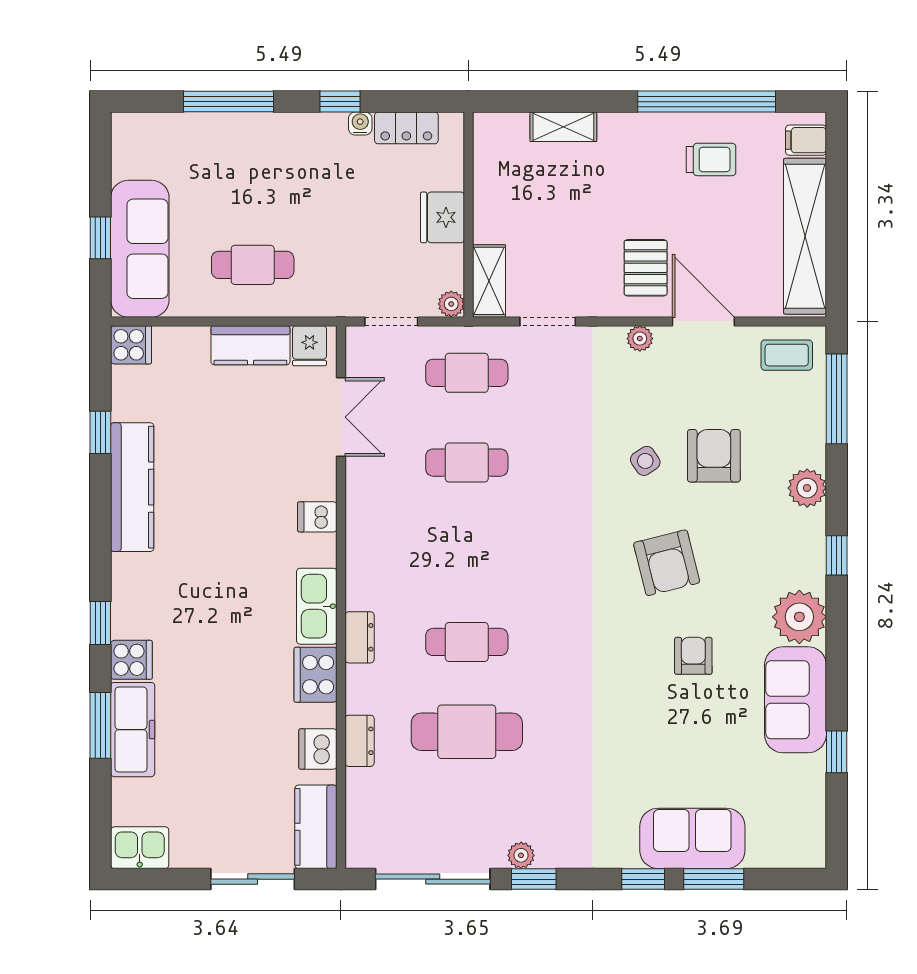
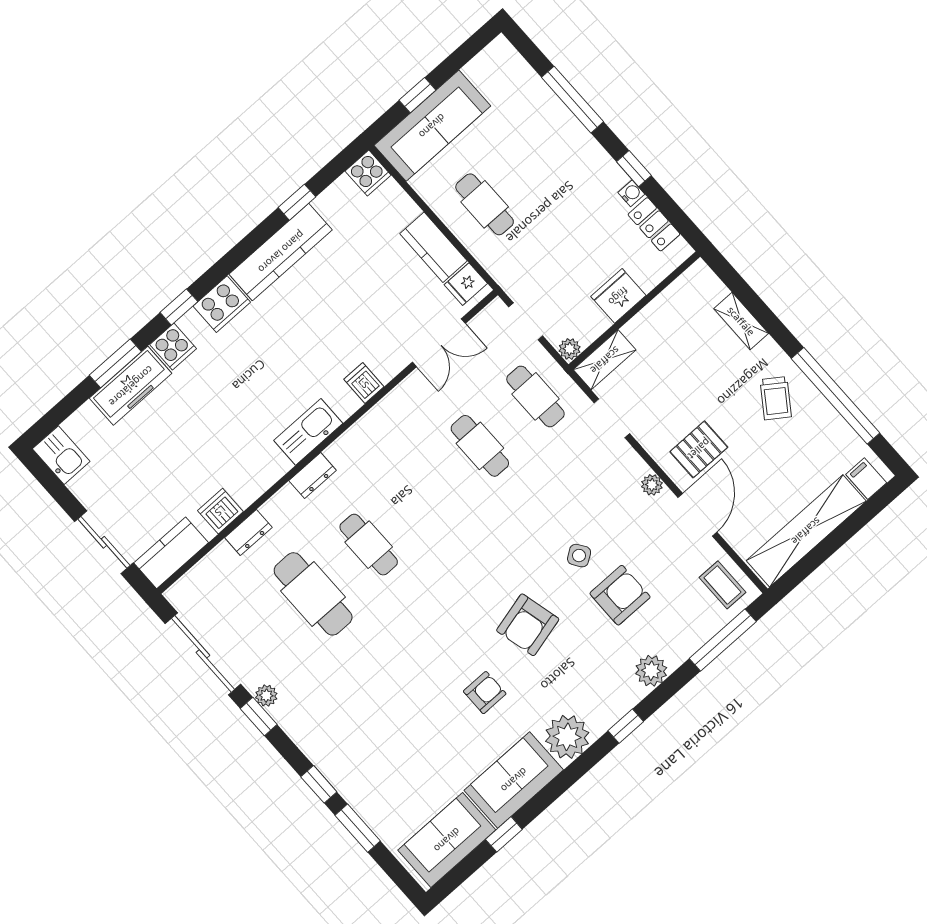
trolley: (711, 159) -> (776, 398), moved, turned 35
cooker: (315, 675) -> (222, 304), moved, turned 180
sofa: (692, 838) -> (447, 840), moved, turned -90

